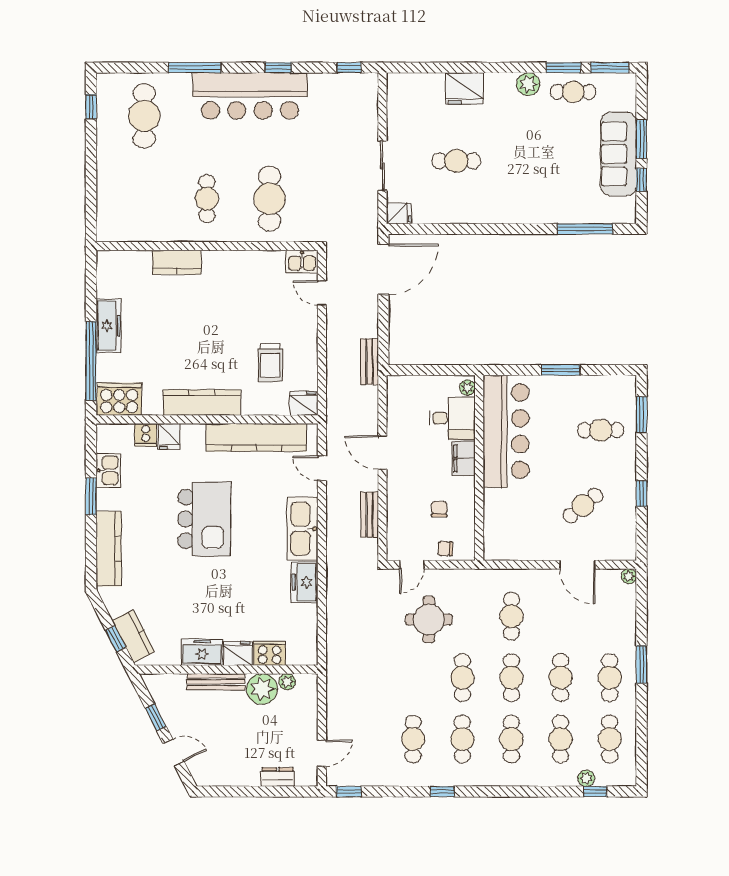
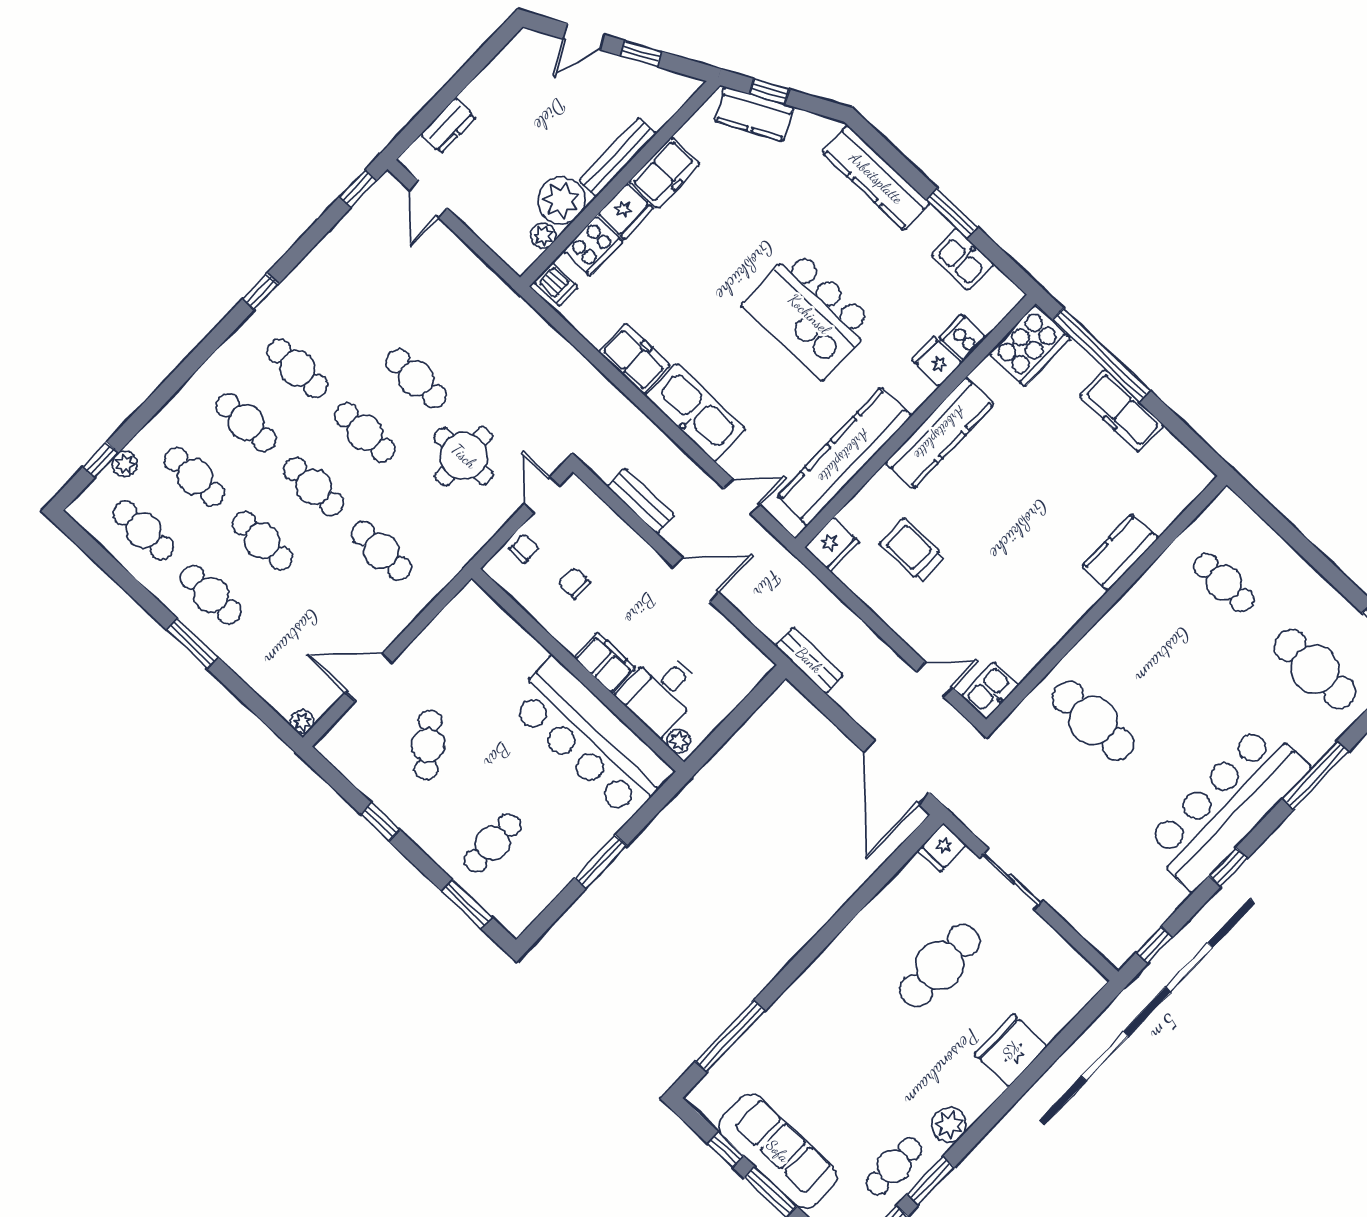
cafe table: (456, 161) -> (940, 965), width x1.37, depth x1.35
cafe table: (207, 199) -> (1224, 583), moved
chair: (439, 509) -> (574, 583), turned 180
dishwasher: (305, 654) -> (556, 284), added
cafe table: (413, 739) -> (416, 379), moved

